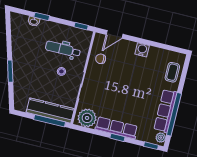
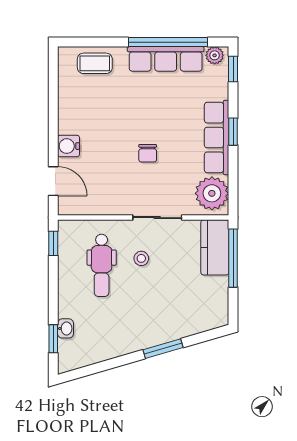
window: (42, 16) -> (53, 339), moved
water cooler: (142, 50) -> (68, 146), moved
chair: (101, 59) -> (148, 153), moved
kitchen counter: (50, 111) -> (215, 247), width x0.67

